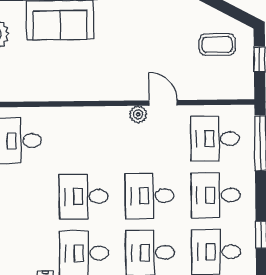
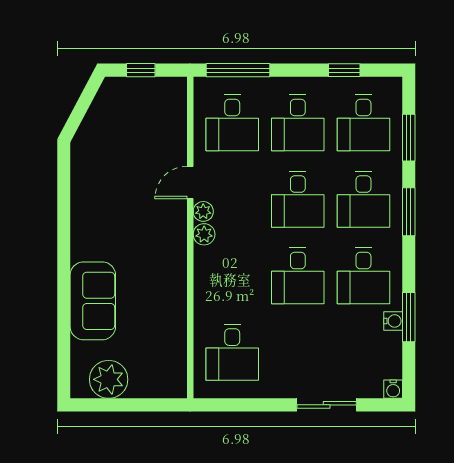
coffee table: (217, 44) -> (123, 119), removed
plant: (118, 115) -> (204, 234), added

